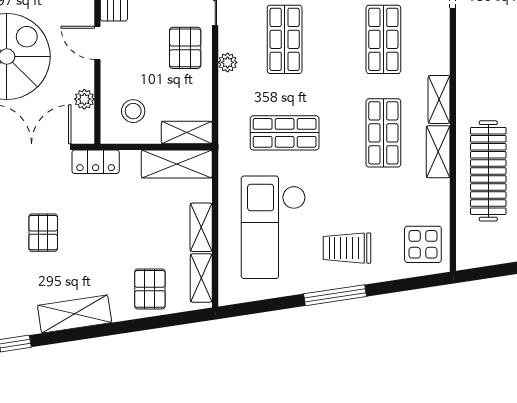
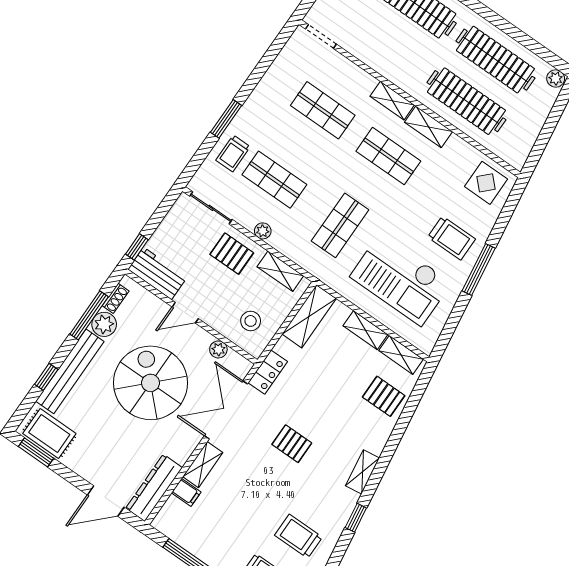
shelving: (187, 133) -> (280, 271), moved, turned 90
trolley: (347, 248) -> (451, 238), turned -90
shelving: (75, 314) -> (363, 472), width x0.67, depth x0.75

